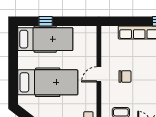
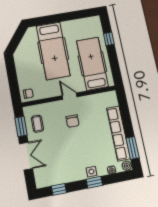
hospital bed: (45, 39) -> (92, 64), moved, turned 180

